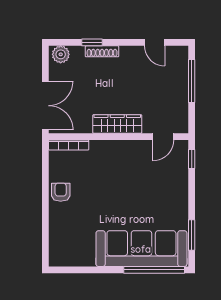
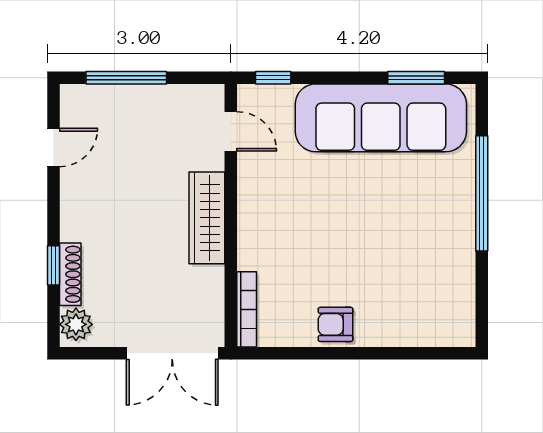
shoe rack: (102, 51) -> (70, 274), moved
double door: (45, 106) -> (172, 353), swing flipped
sofa: (141, 249) -> (381, 118), moved, turned -90
window: (154, 270) -> (482, 193), moved

